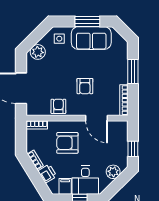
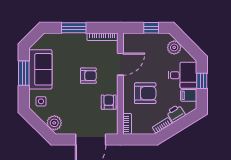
armchair: (58, 106) -> (109, 102), turned 90
armchair: (67, 143) -> (145, 93), turned -90

